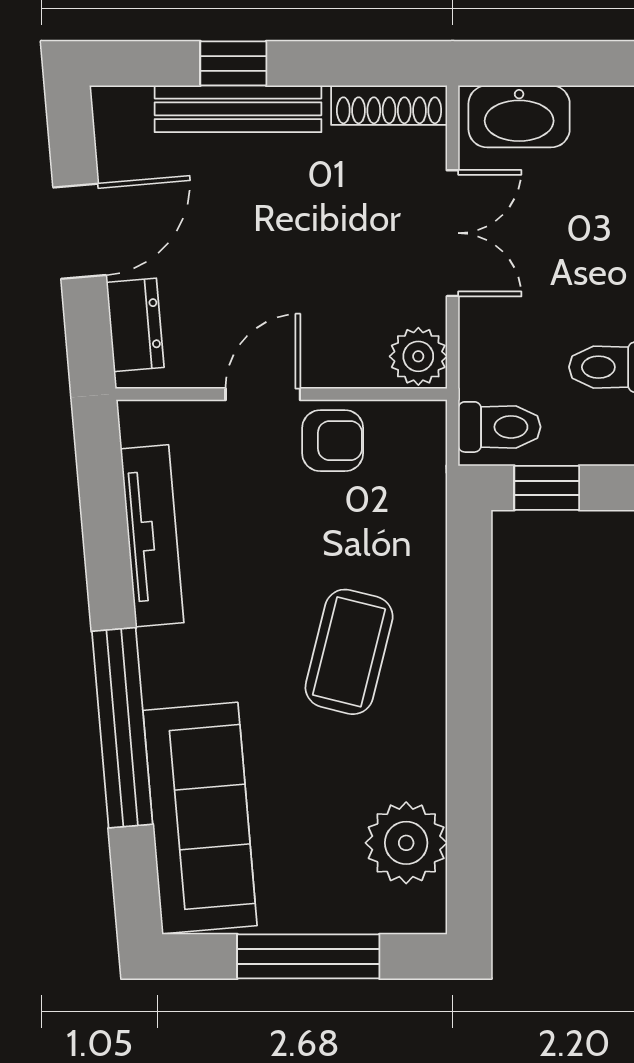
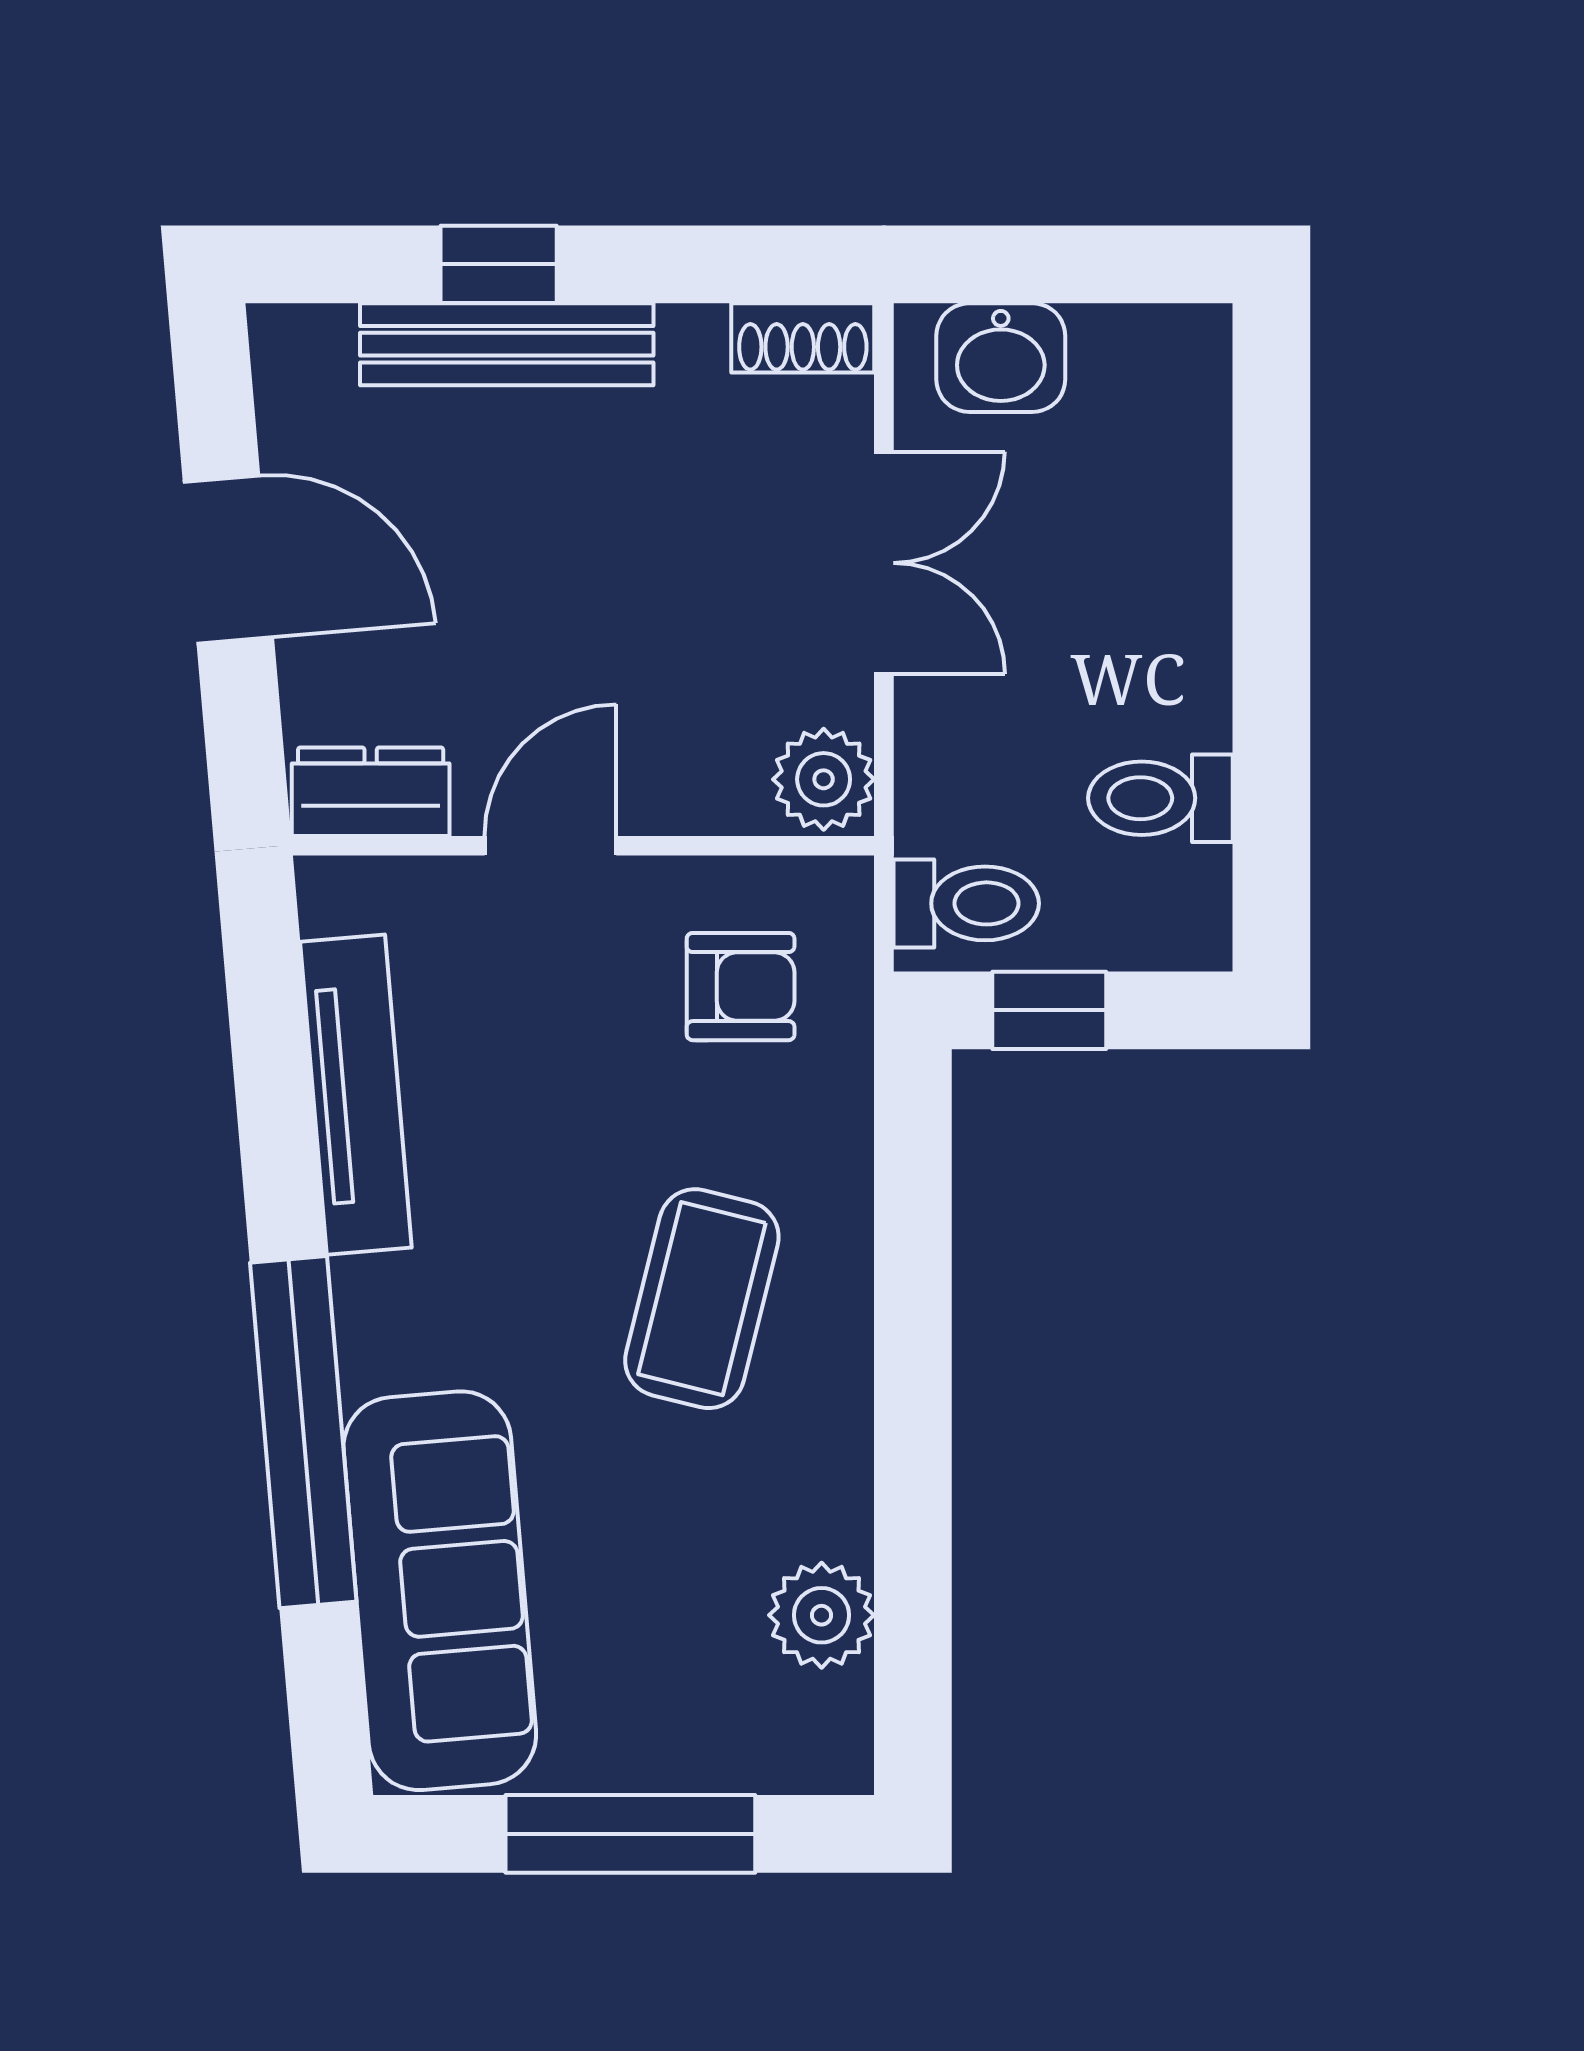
shoe rack: (389, 105) -> (803, 338), width x0.70
washbasin: (519, 116) -> (1001, 358), width x0.72
door: (80, 231) -> (228, 559), hinge flipped
dresser: (135, 325) -> (371, 792), moved, turned -85
armchair: (333, 441) -> (741, 987), moved
plant: (406, 843) -> (822, 1615), width x0.73, depth x0.73

